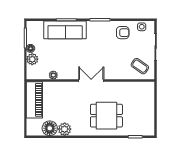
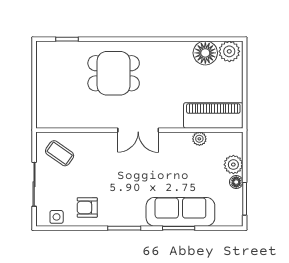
piano: (34, 100) -> (213, 115), moved, turned 90
plant: (65, 129) -> (229, 51), moved

